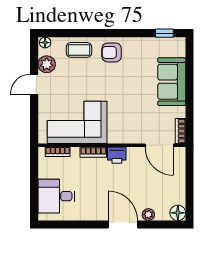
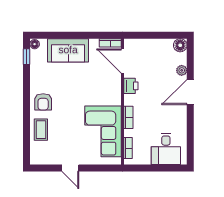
floor lamp: (45, 43) -> (35, 44), moved
plant: (47, 64) -> (53, 157), removed
door: (159, 145) -> (122, 61), swing flipped
printer: (117, 155) -> (131, 86), moved

